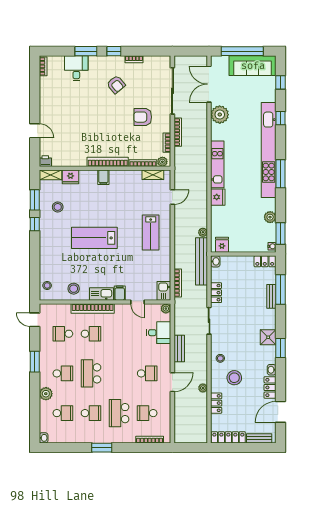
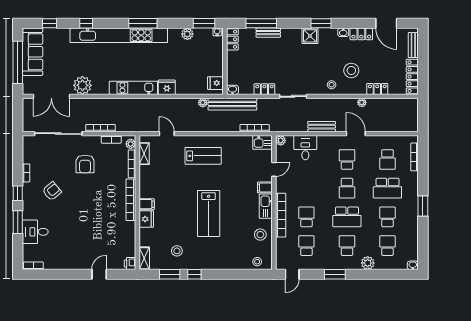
fridge: (71, 177) -> (146, 219), moved
school desk: (63, 334) -> (306, 246), turned 180
school desk: (119, 373) -> (347, 188), added

